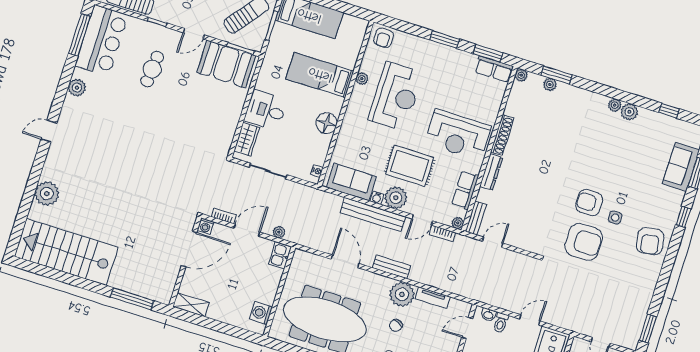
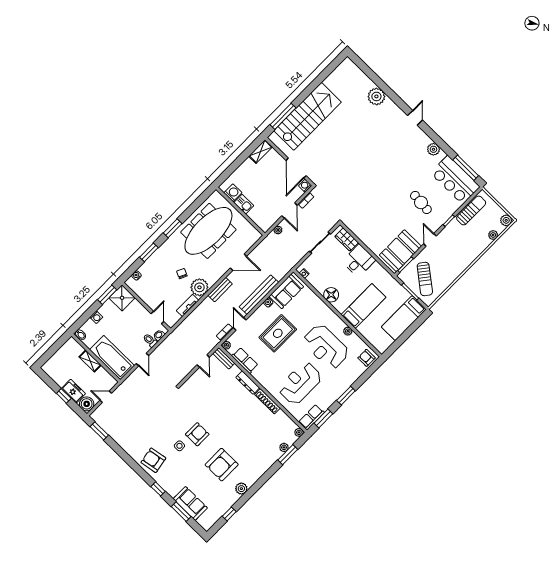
plant: (615, 105) -> (250, 482), removed
reception desk: (458, 135) -> (300, 383), moved
plant: (396, 198) -> (262, 314), removed
armchair: (584, 242) -> (222, 465), moved
stairs: (66, 252) -> (308, 116), moved
kitchen sink: (280, 255) -> (244, 204), moved

